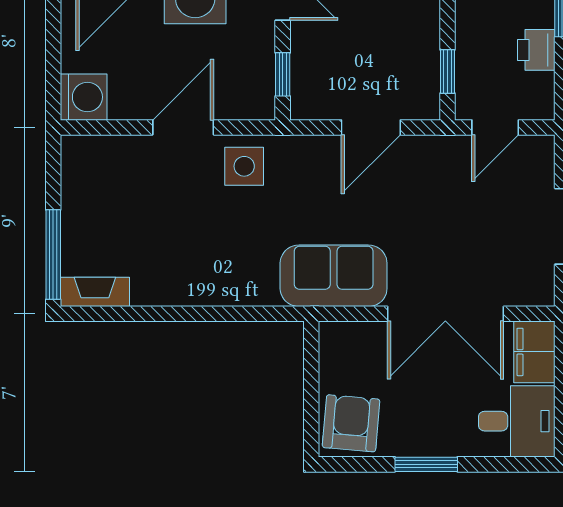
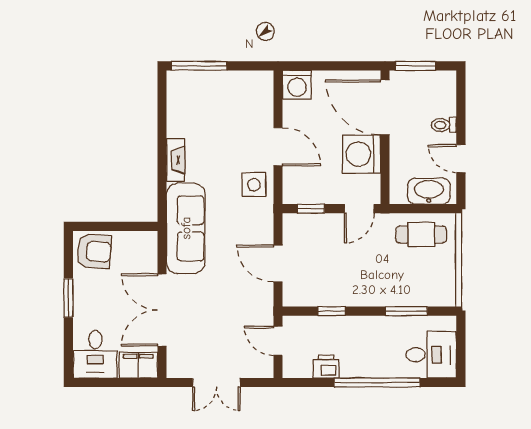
window: (447, 71) -> (332, 311), moved
sofa: (334, 276) -> (186, 228), width x1.36
fireplace: (95, 292) -> (176, 160), moved

